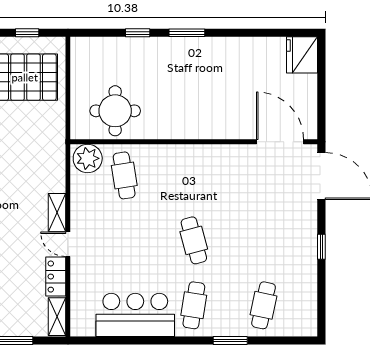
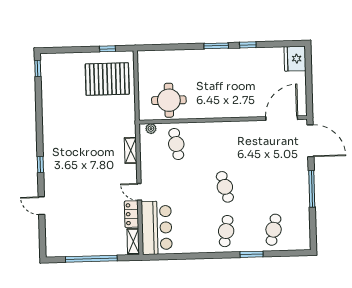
window: (138, 33) -> (248, 45), moved
door: (280, 142) -> (282, 118), hinge flipped
plant: (88, 158) -> (151, 129), width x0.53, depth x0.53
shelving: (57, 212) -> (131, 150), moved
window: (321, 247) -> (312, 189), width x2.17
bar counter: (135, 315) -> (157, 228), moved, turned 90

